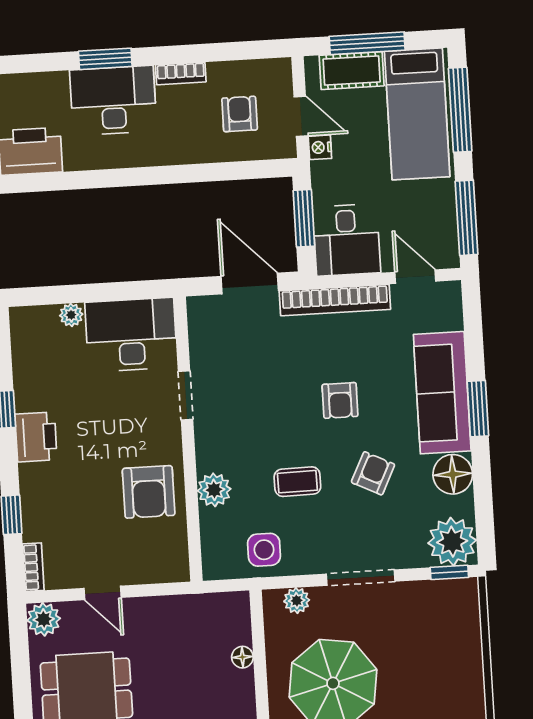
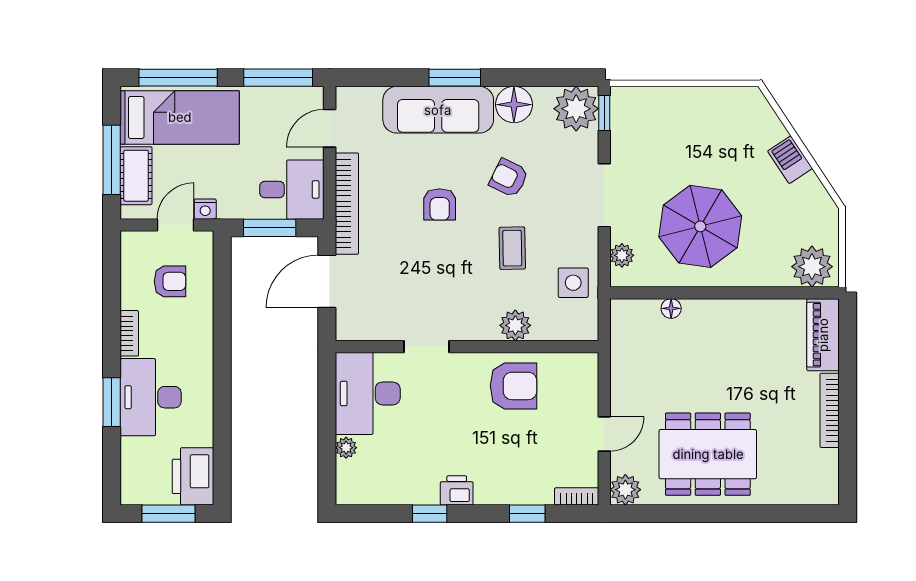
armchair: (240, 114) -> (170, 281), turned 180
armchair: (340, 400) -> (440, 204), turned 90
printer: (36, 437) -> (457, 490), width x0.73, depth x0.81

